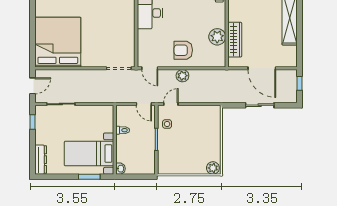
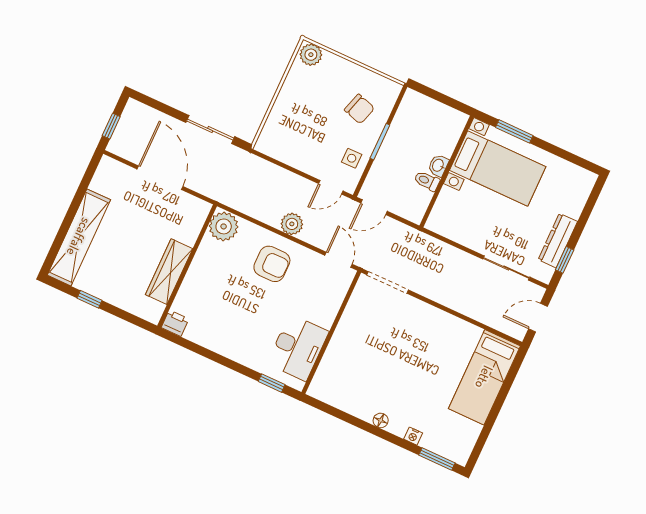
plant: (217, 37) -> (224, 226), moved
wardrobe: (235, 40) -> (169, 272), moved
bed: (58, 42) -> (484, 377), width x0.49
door: (144, 104) -> (374, 207), swing flipped
sliding door: (260, 105) -> (210, 130), moved
chair: (175, 151) -> (359, 109), added
dresser: (41, 160) -> (558, 241), moved
washbasin: (120, 169) -> (438, 165), moved

